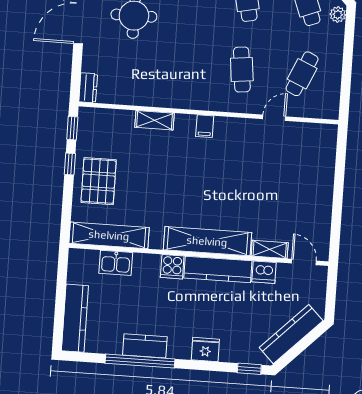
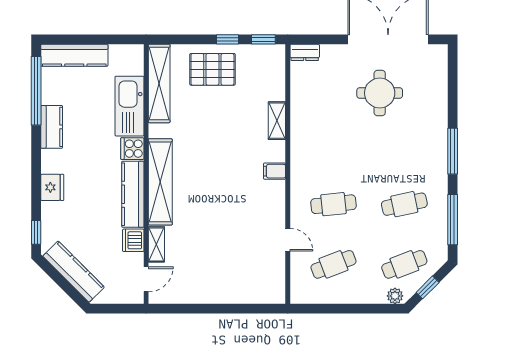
cafe table: (302, 74) -> (333, 264), turned -45
kitchen sink: (116, 263) -> (129, 106), width x1.88, depth x1.24
window: (140, 361) -> (36, 91), moved

